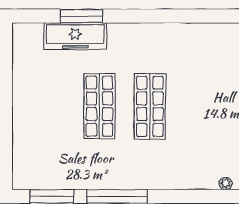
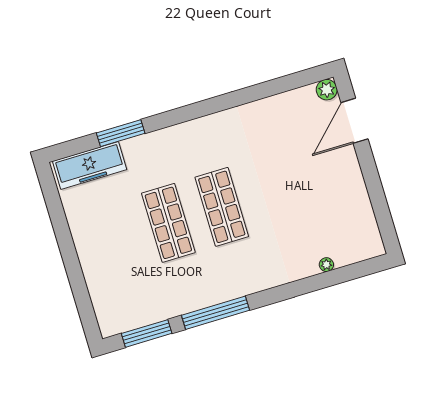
freezer: (75, 36) -> (90, 165), moved

